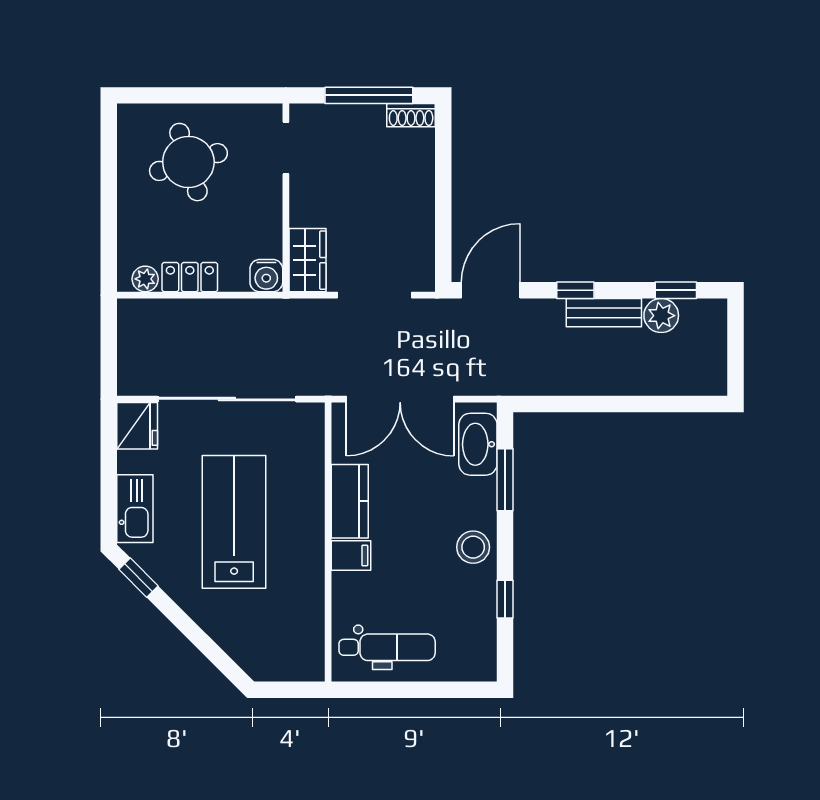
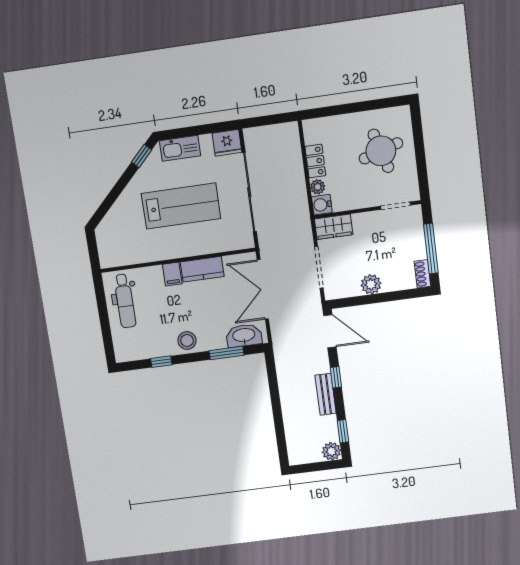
plant: (417, 207) -> (371, 284), added
plant: (145, 279) -> (318, 187), moved
plant: (661, 316) -> (331, 451), moved

